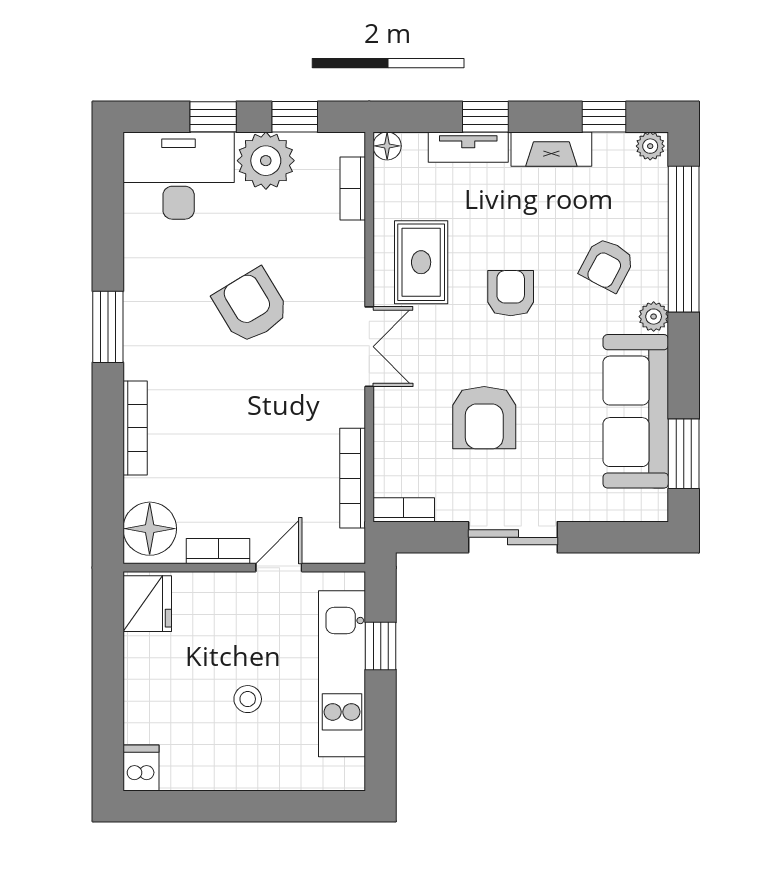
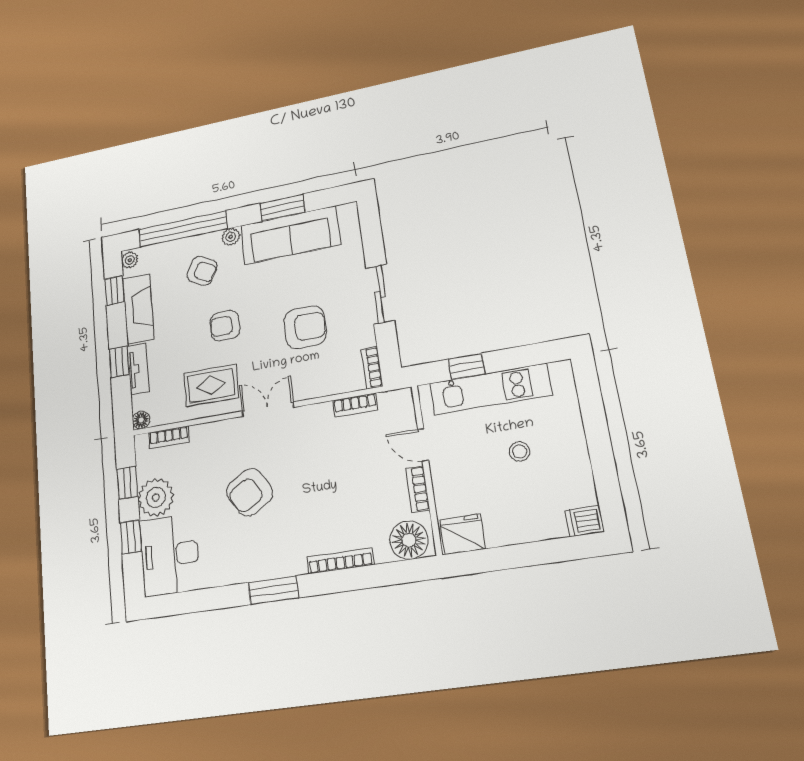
fireplace: (551, 149) -> (138, 308), width x1.37, depth x1.32
window: (684, 454) -> (282, 208), moved
bookcase: (353, 478) -> (355, 405), width x0.64

